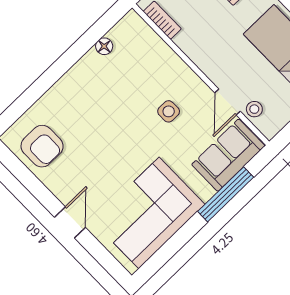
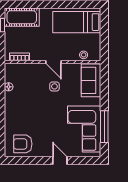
door: (227, 102) -> (53, 62), moved
armchair: (42, 146) -> (23, 144), turned 180
window: (226, 194) -> (104, 127), moved

